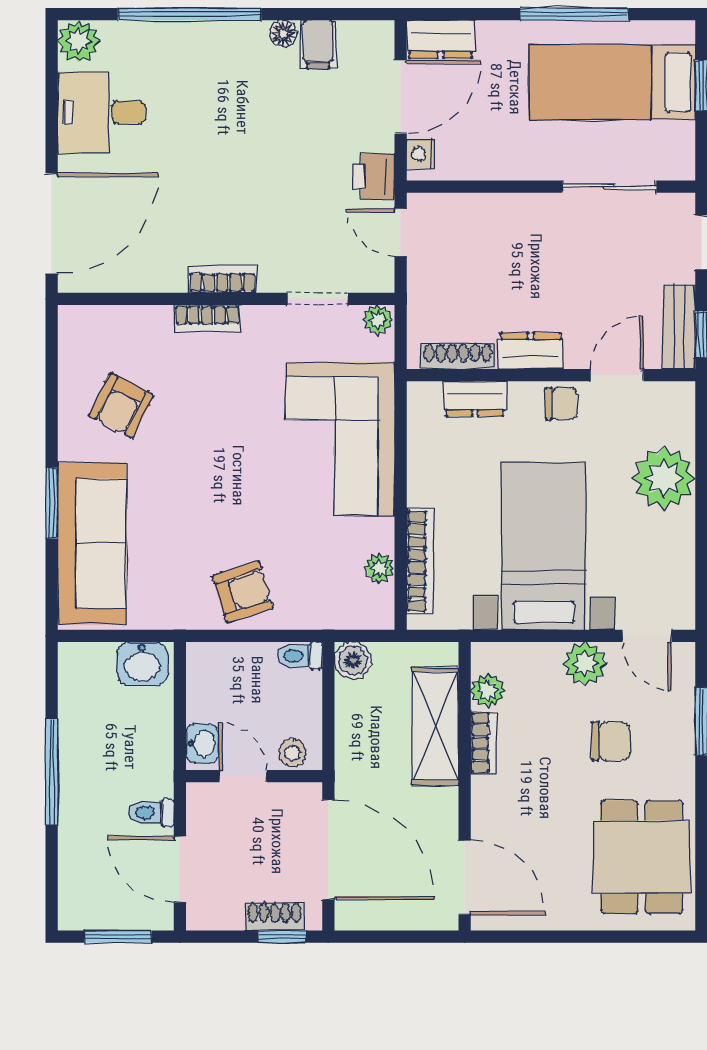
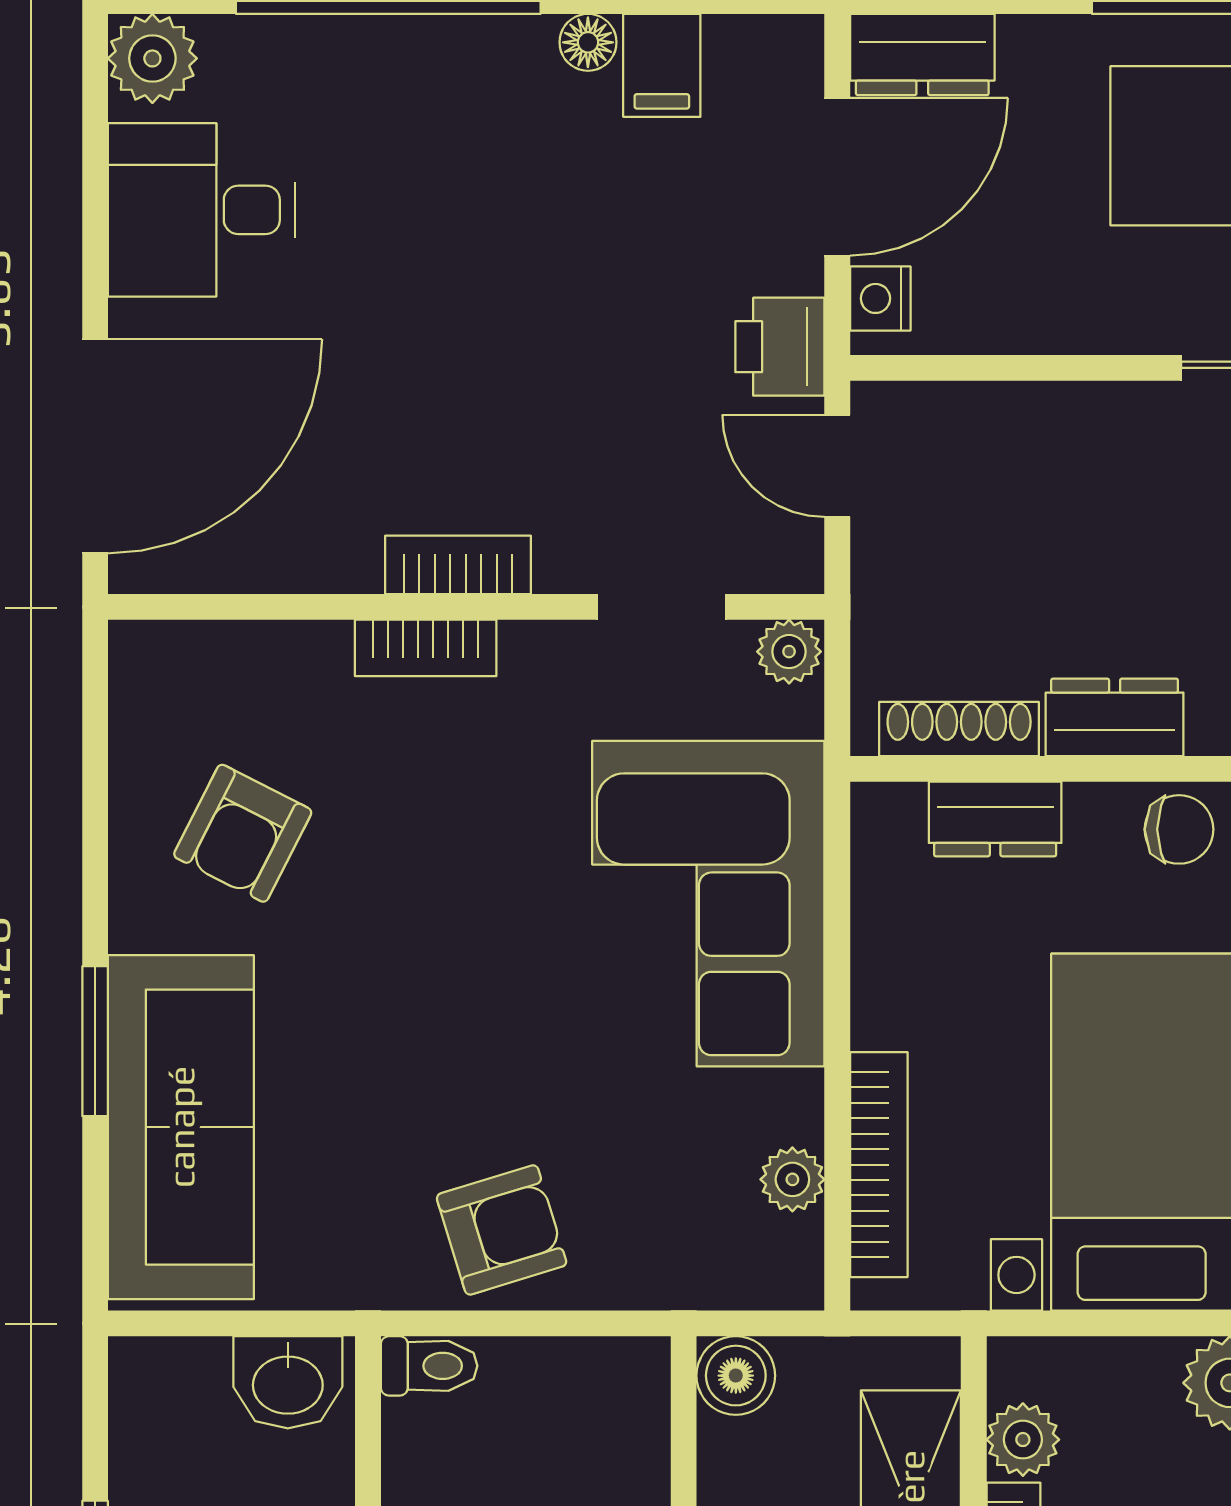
toilet: (300, 656) -> (429, 1366), moved, turned 180

